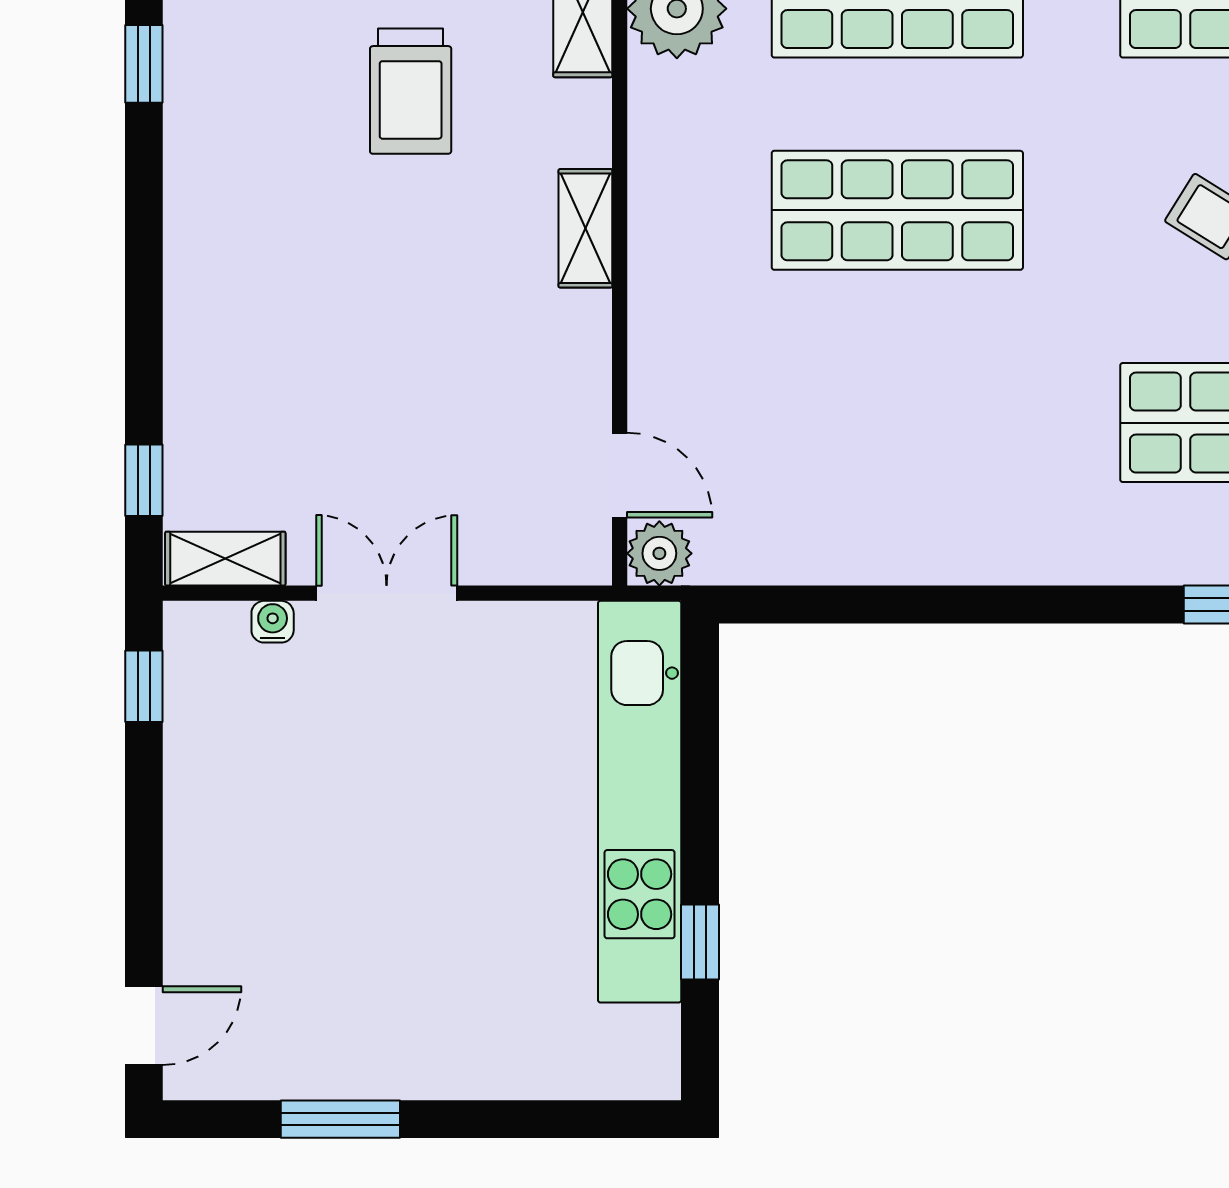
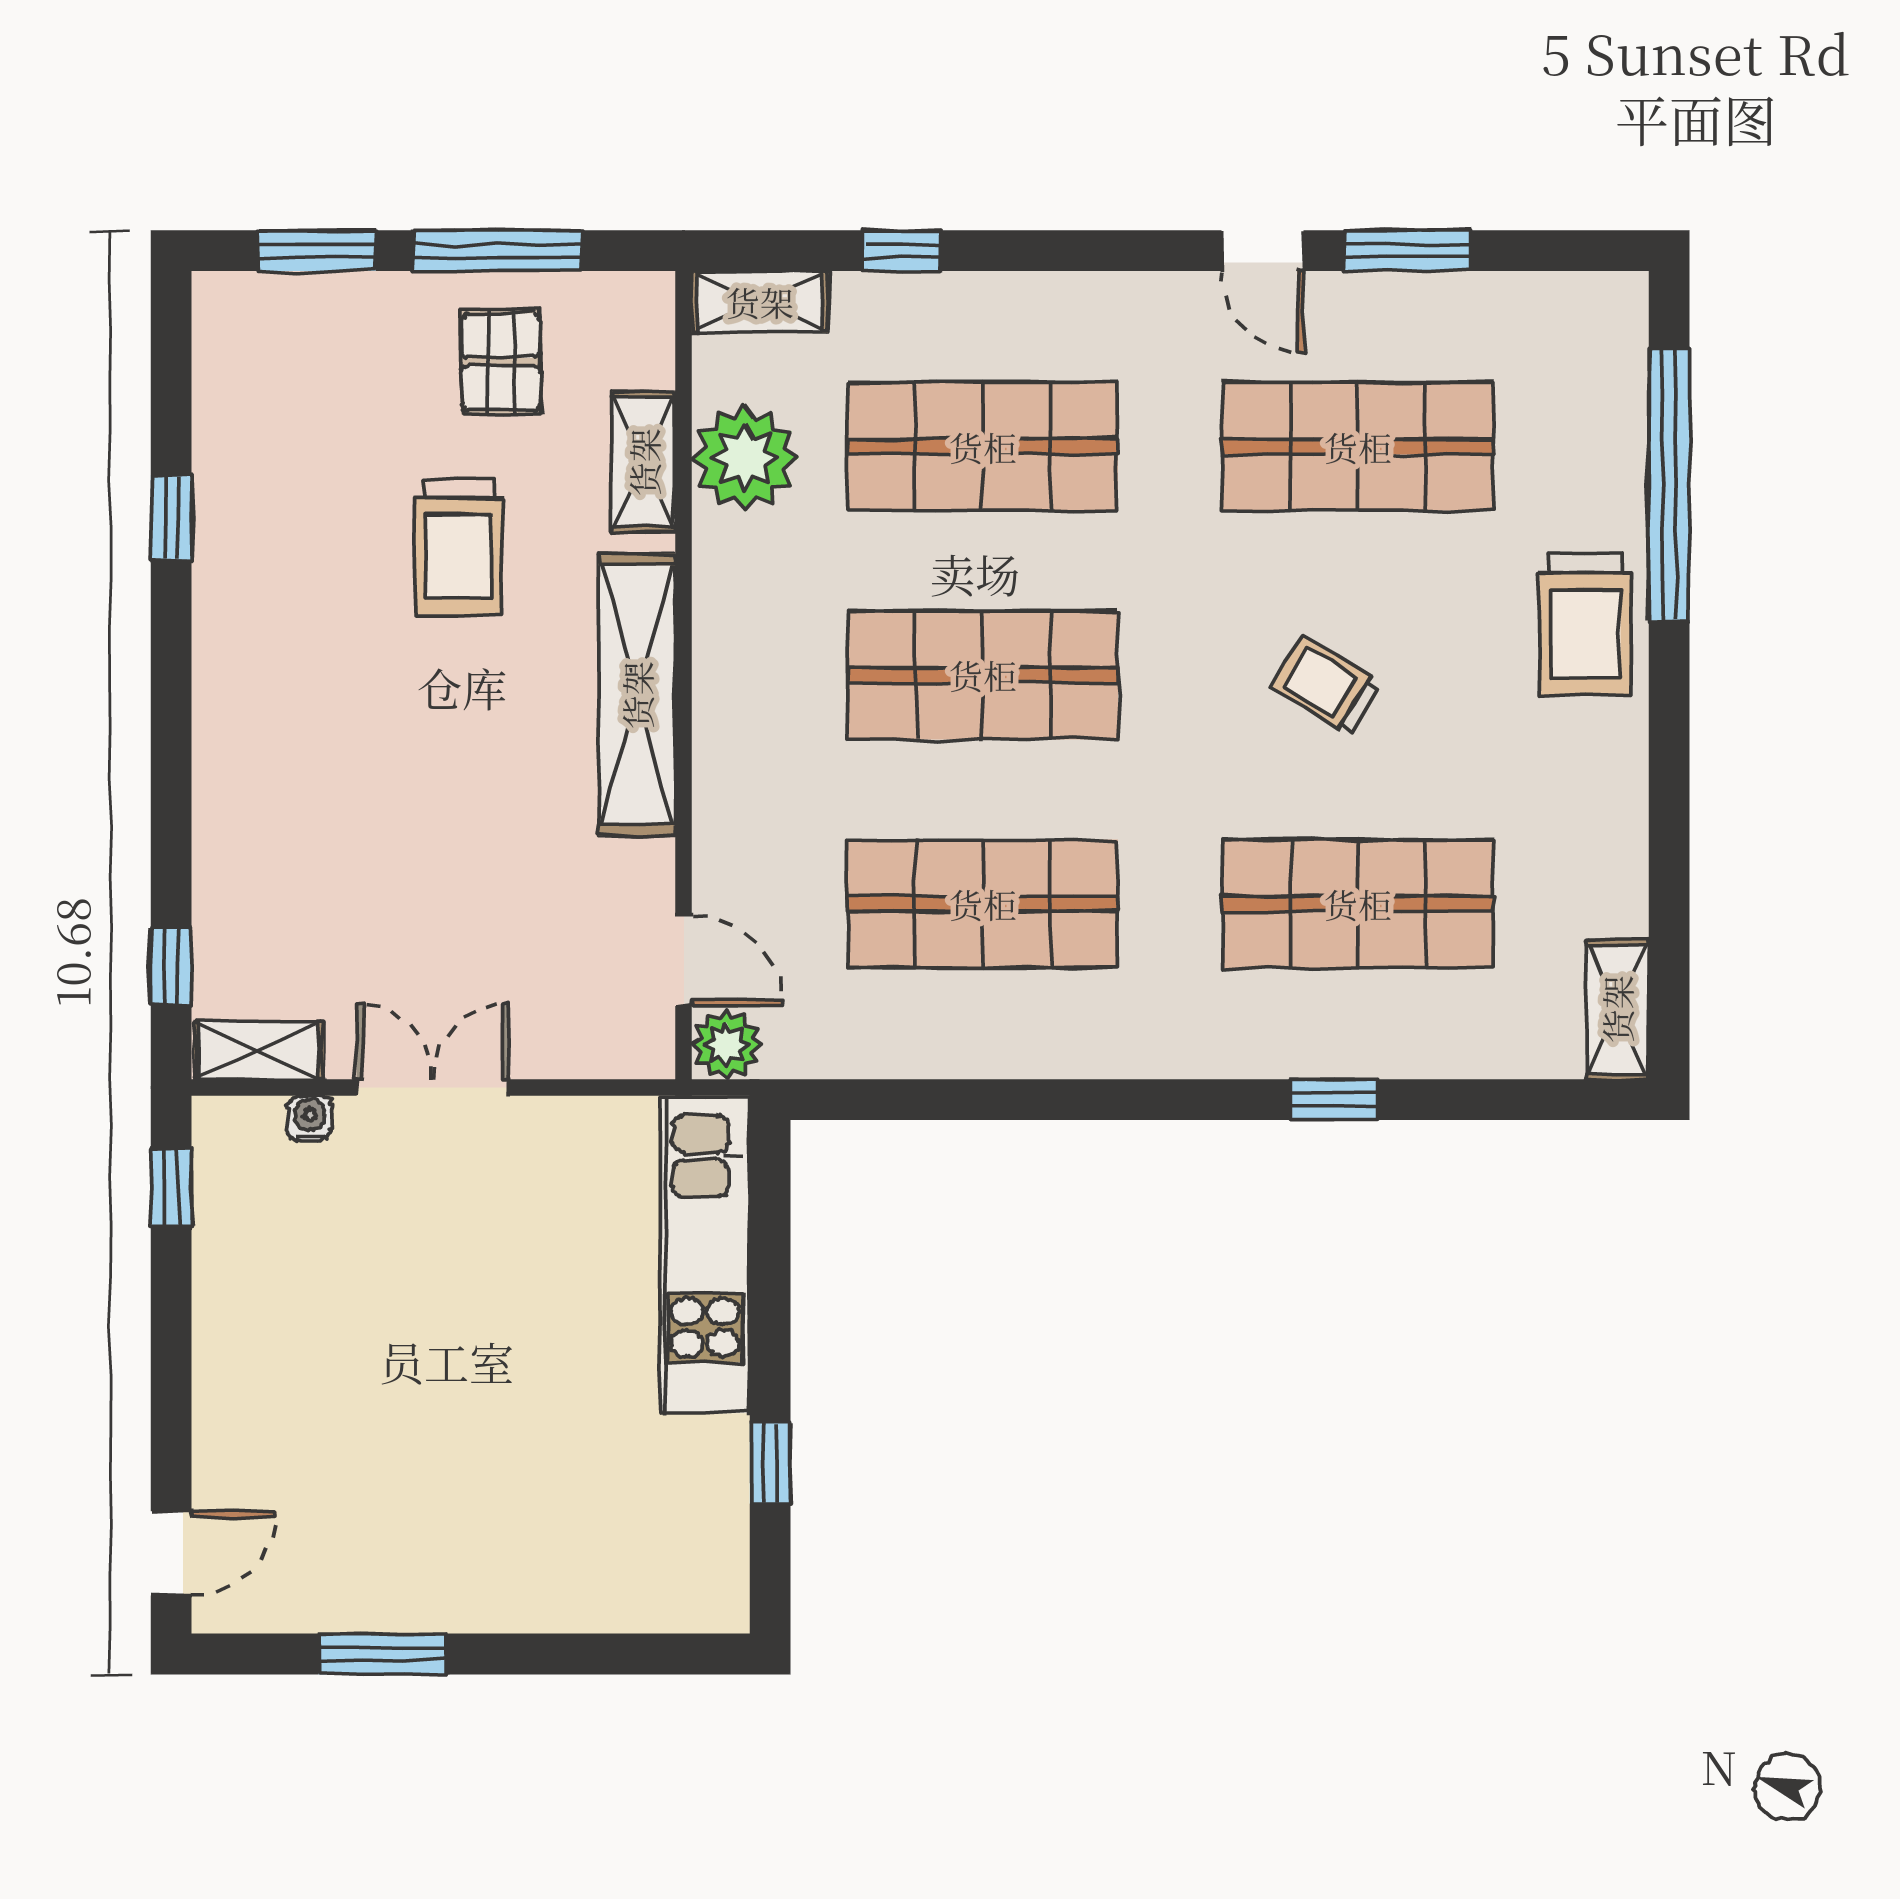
shelving: (585, 228) -> (637, 695), width x2.20, depth x1.33
shop shelf: (897, 423) -> (983, 904), added
kitchen unit: (640, 802) -> (705, 1254), width x0.73

